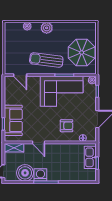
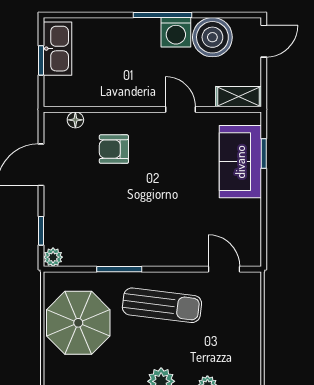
corner sofa: (62, 91) -> (126, 231), removed
kitchen sink: (90, 157) -> (58, 49), moved

